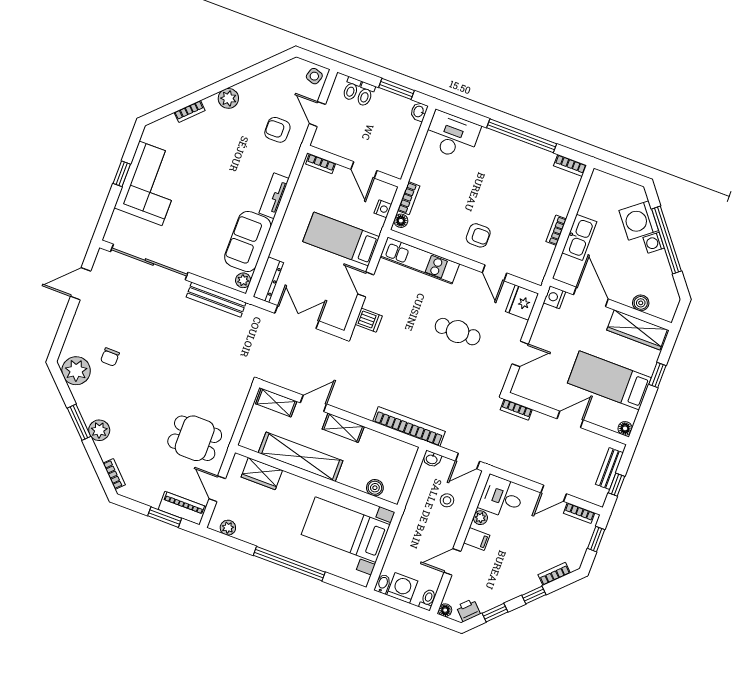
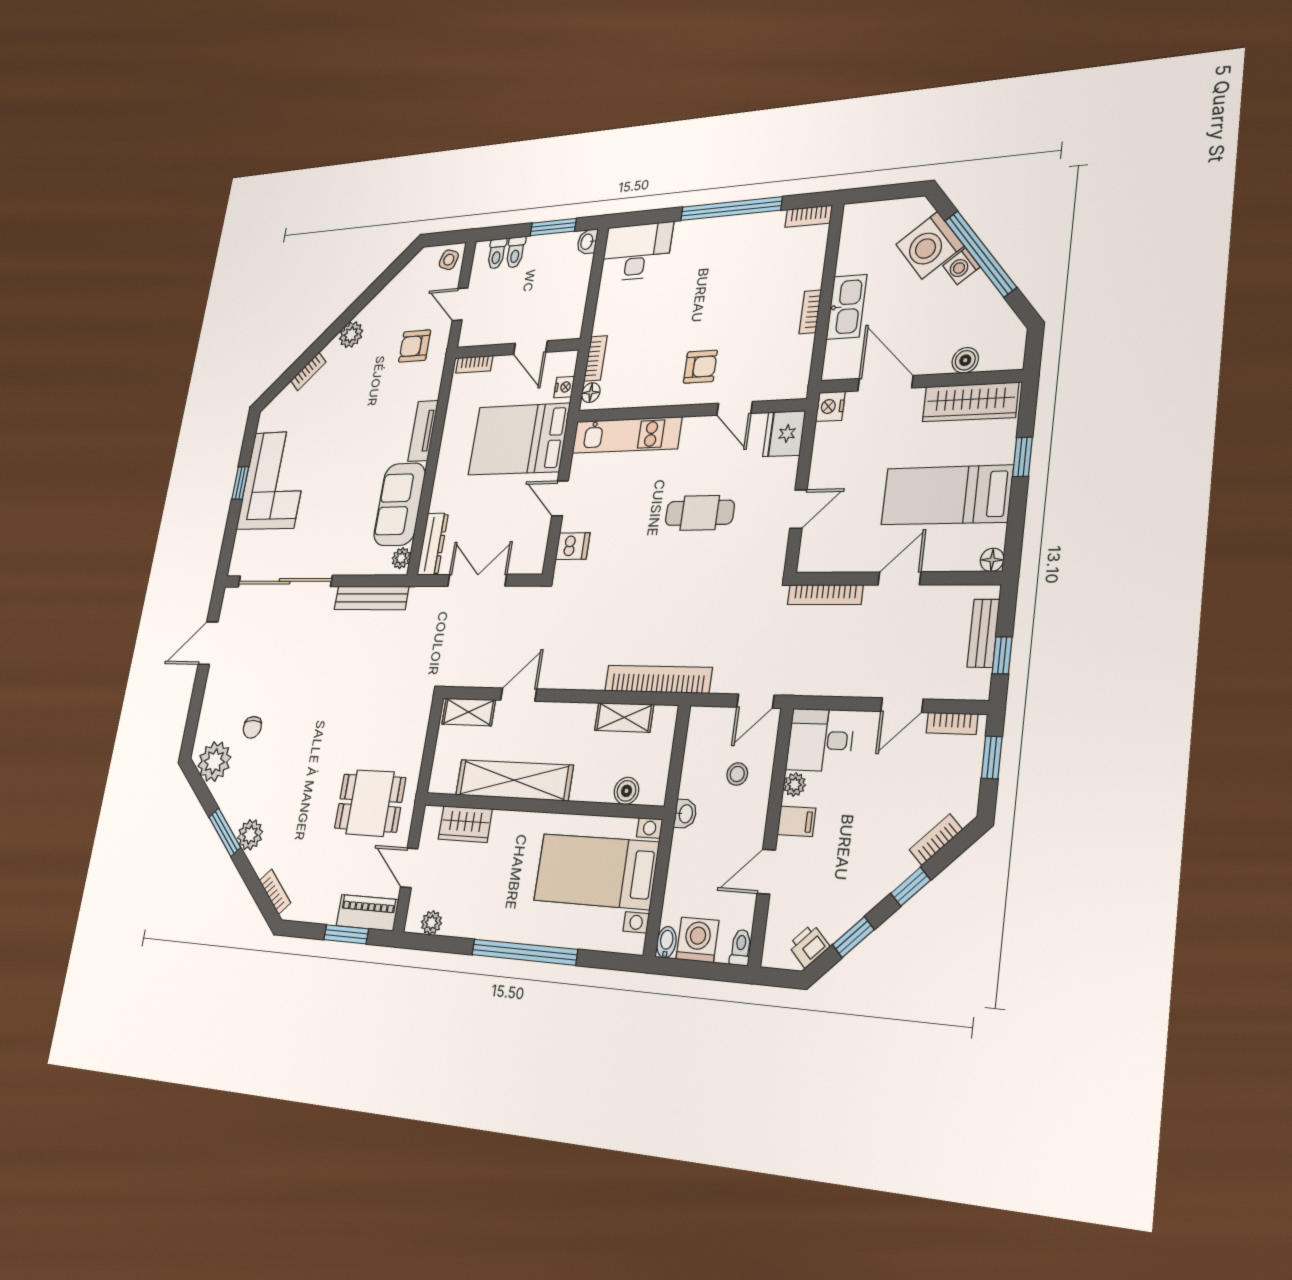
bed: (341, 239) -> (519, 439), width x1.50
bookcase: (516, 410) -> (825, 595), width x1.56
shelving: (343, 428) -> (624, 717), moved
washbasin: (432, 459) -> (685, 814), moved, turned -90
floor lamp: (445, 610) -> (772, 957), removed

